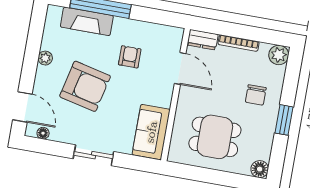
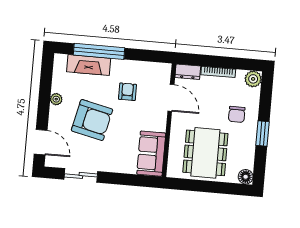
floor lamp: (43, 133) -> (60, 163), removed
dining table: (215, 137) -> (205, 153), width x1.38
sliding door: (93, 155) -> (81, 175), moved

